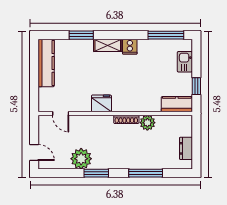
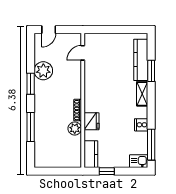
cooker: (130, 47) -> (141, 125), moved
kitchen sink: (185, 62) -> (139, 161), moved
kitchen counter: (46, 63) -> (141, 60), moved, turned 90
fridge: (101, 103) -> (92, 121), moved
dresser: (186, 148) -> (52, 162), removed

